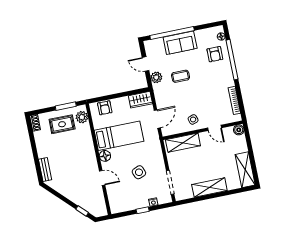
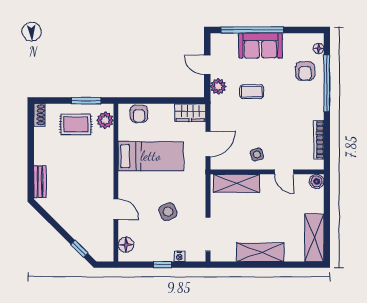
floor lamp: (105, 156) -> (126, 245), moved

